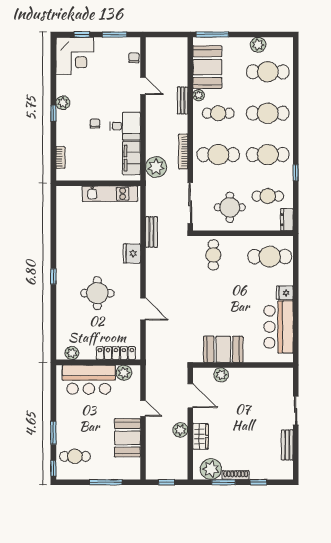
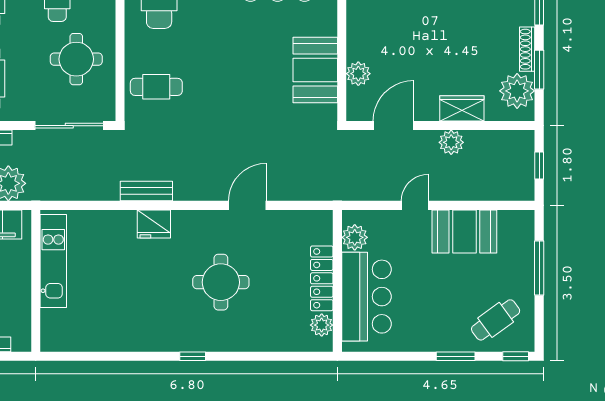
bench: (151, 232) -> (146, 191), moved
locker: (116, 353) -> (322, 278), moved
cafe table: (75, 456) -> (496, 320), turned 54

